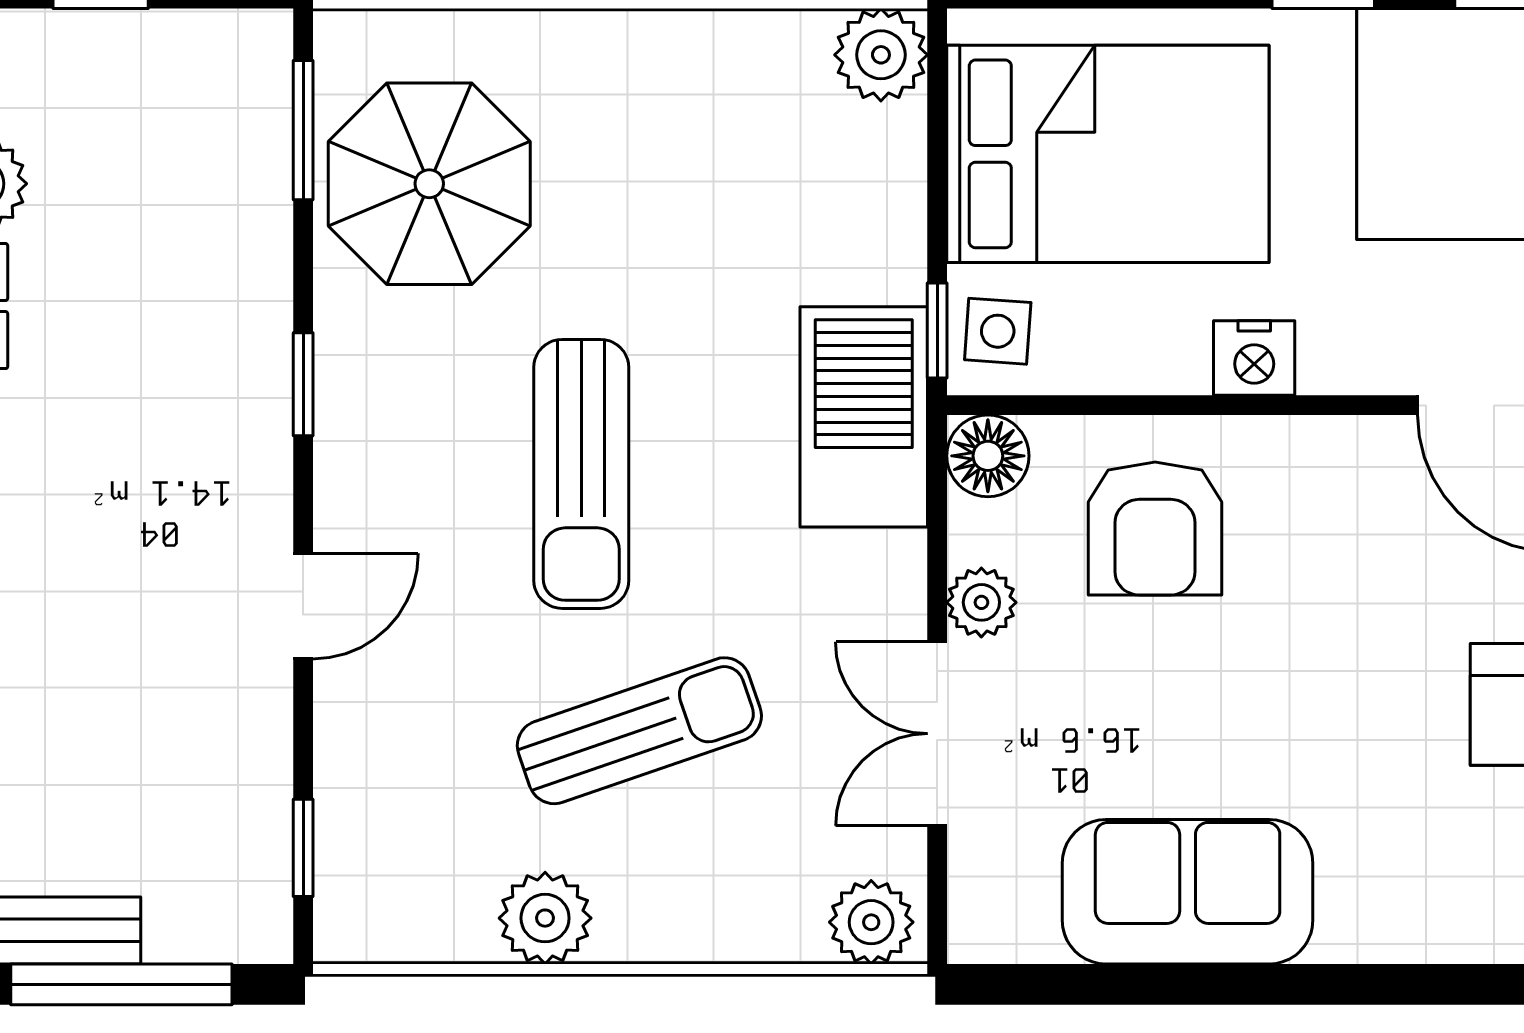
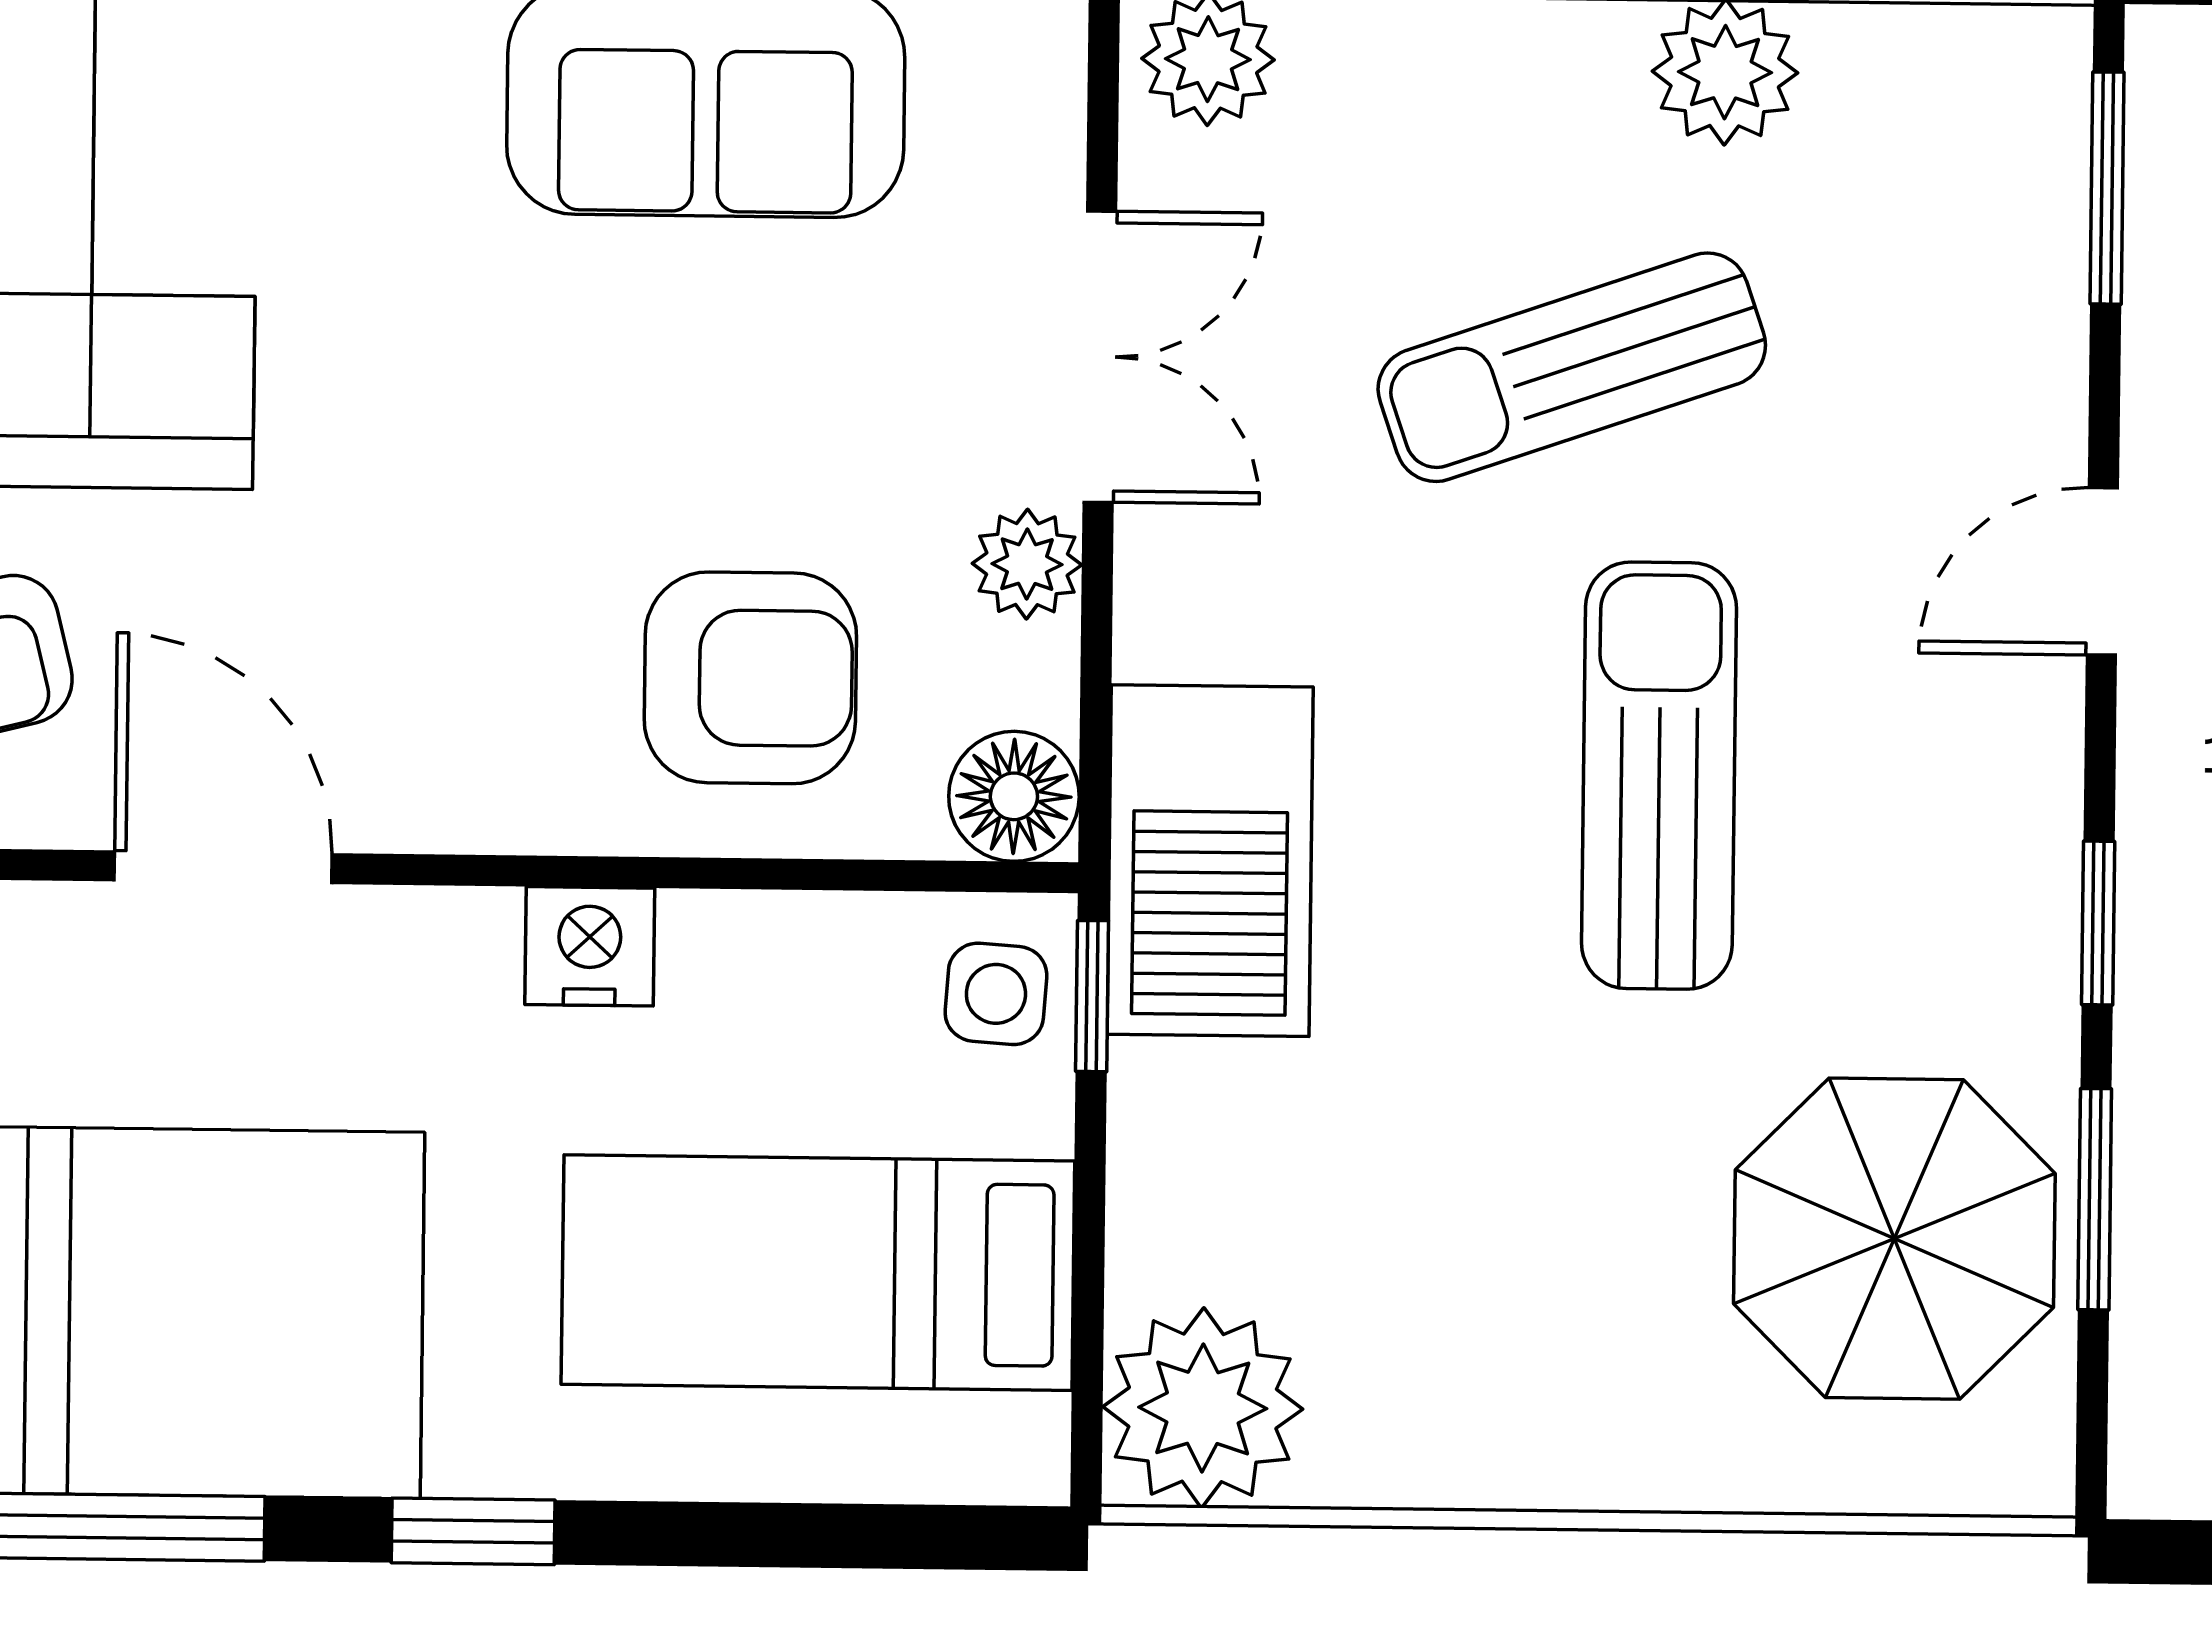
plant: (881, 55) -> (1203, 1408), width x1.36, depth x1.36
window: (303, 130) -> (2095, 1199), moved
bed: (1108, 154) -> (818, 1273), width x0.67
armchair: (1155, 529) -> (750, 678), turned 90
window: (303, 848) -> (2107, 188), width x1.50

